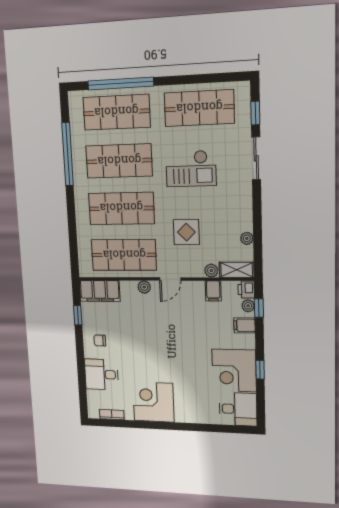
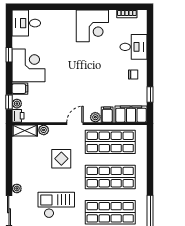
plant: (247, 238) -> (17, 188), moved
filing cabinet: (213, 291) -> (107, 115), moved
corner desk: (234, 370) -> (29, 65), moved

